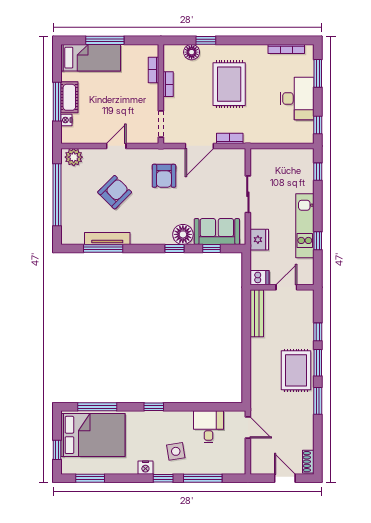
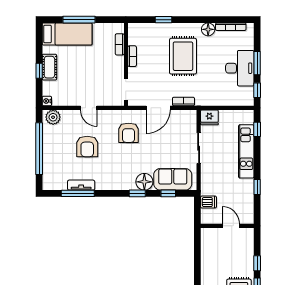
floor lamp: (192, 52) -> (208, 29), moved
window: (318, 73) -> (257, 63), moved
window: (57, 102) -> (39, 71), width x0.46
nightstand: (66, 120) -> (47, 101), moved
door: (116, 146) -> (89, 108), swing flipped
armchair: (115, 192) -> (87, 146), turned 135
kitchen unit: (305, 226) -> (246, 151), moved
tv unit: (107, 238) -> (81, 185), width x0.71
fridge: (259, 240) -> (209, 117), moved, turned 90
dishwasher: (260, 278) -> (208, 202), moved
door: (286, 287) -> (231, 226), hinge flipped
bench: (257, 313) -> (206, 248), removed

